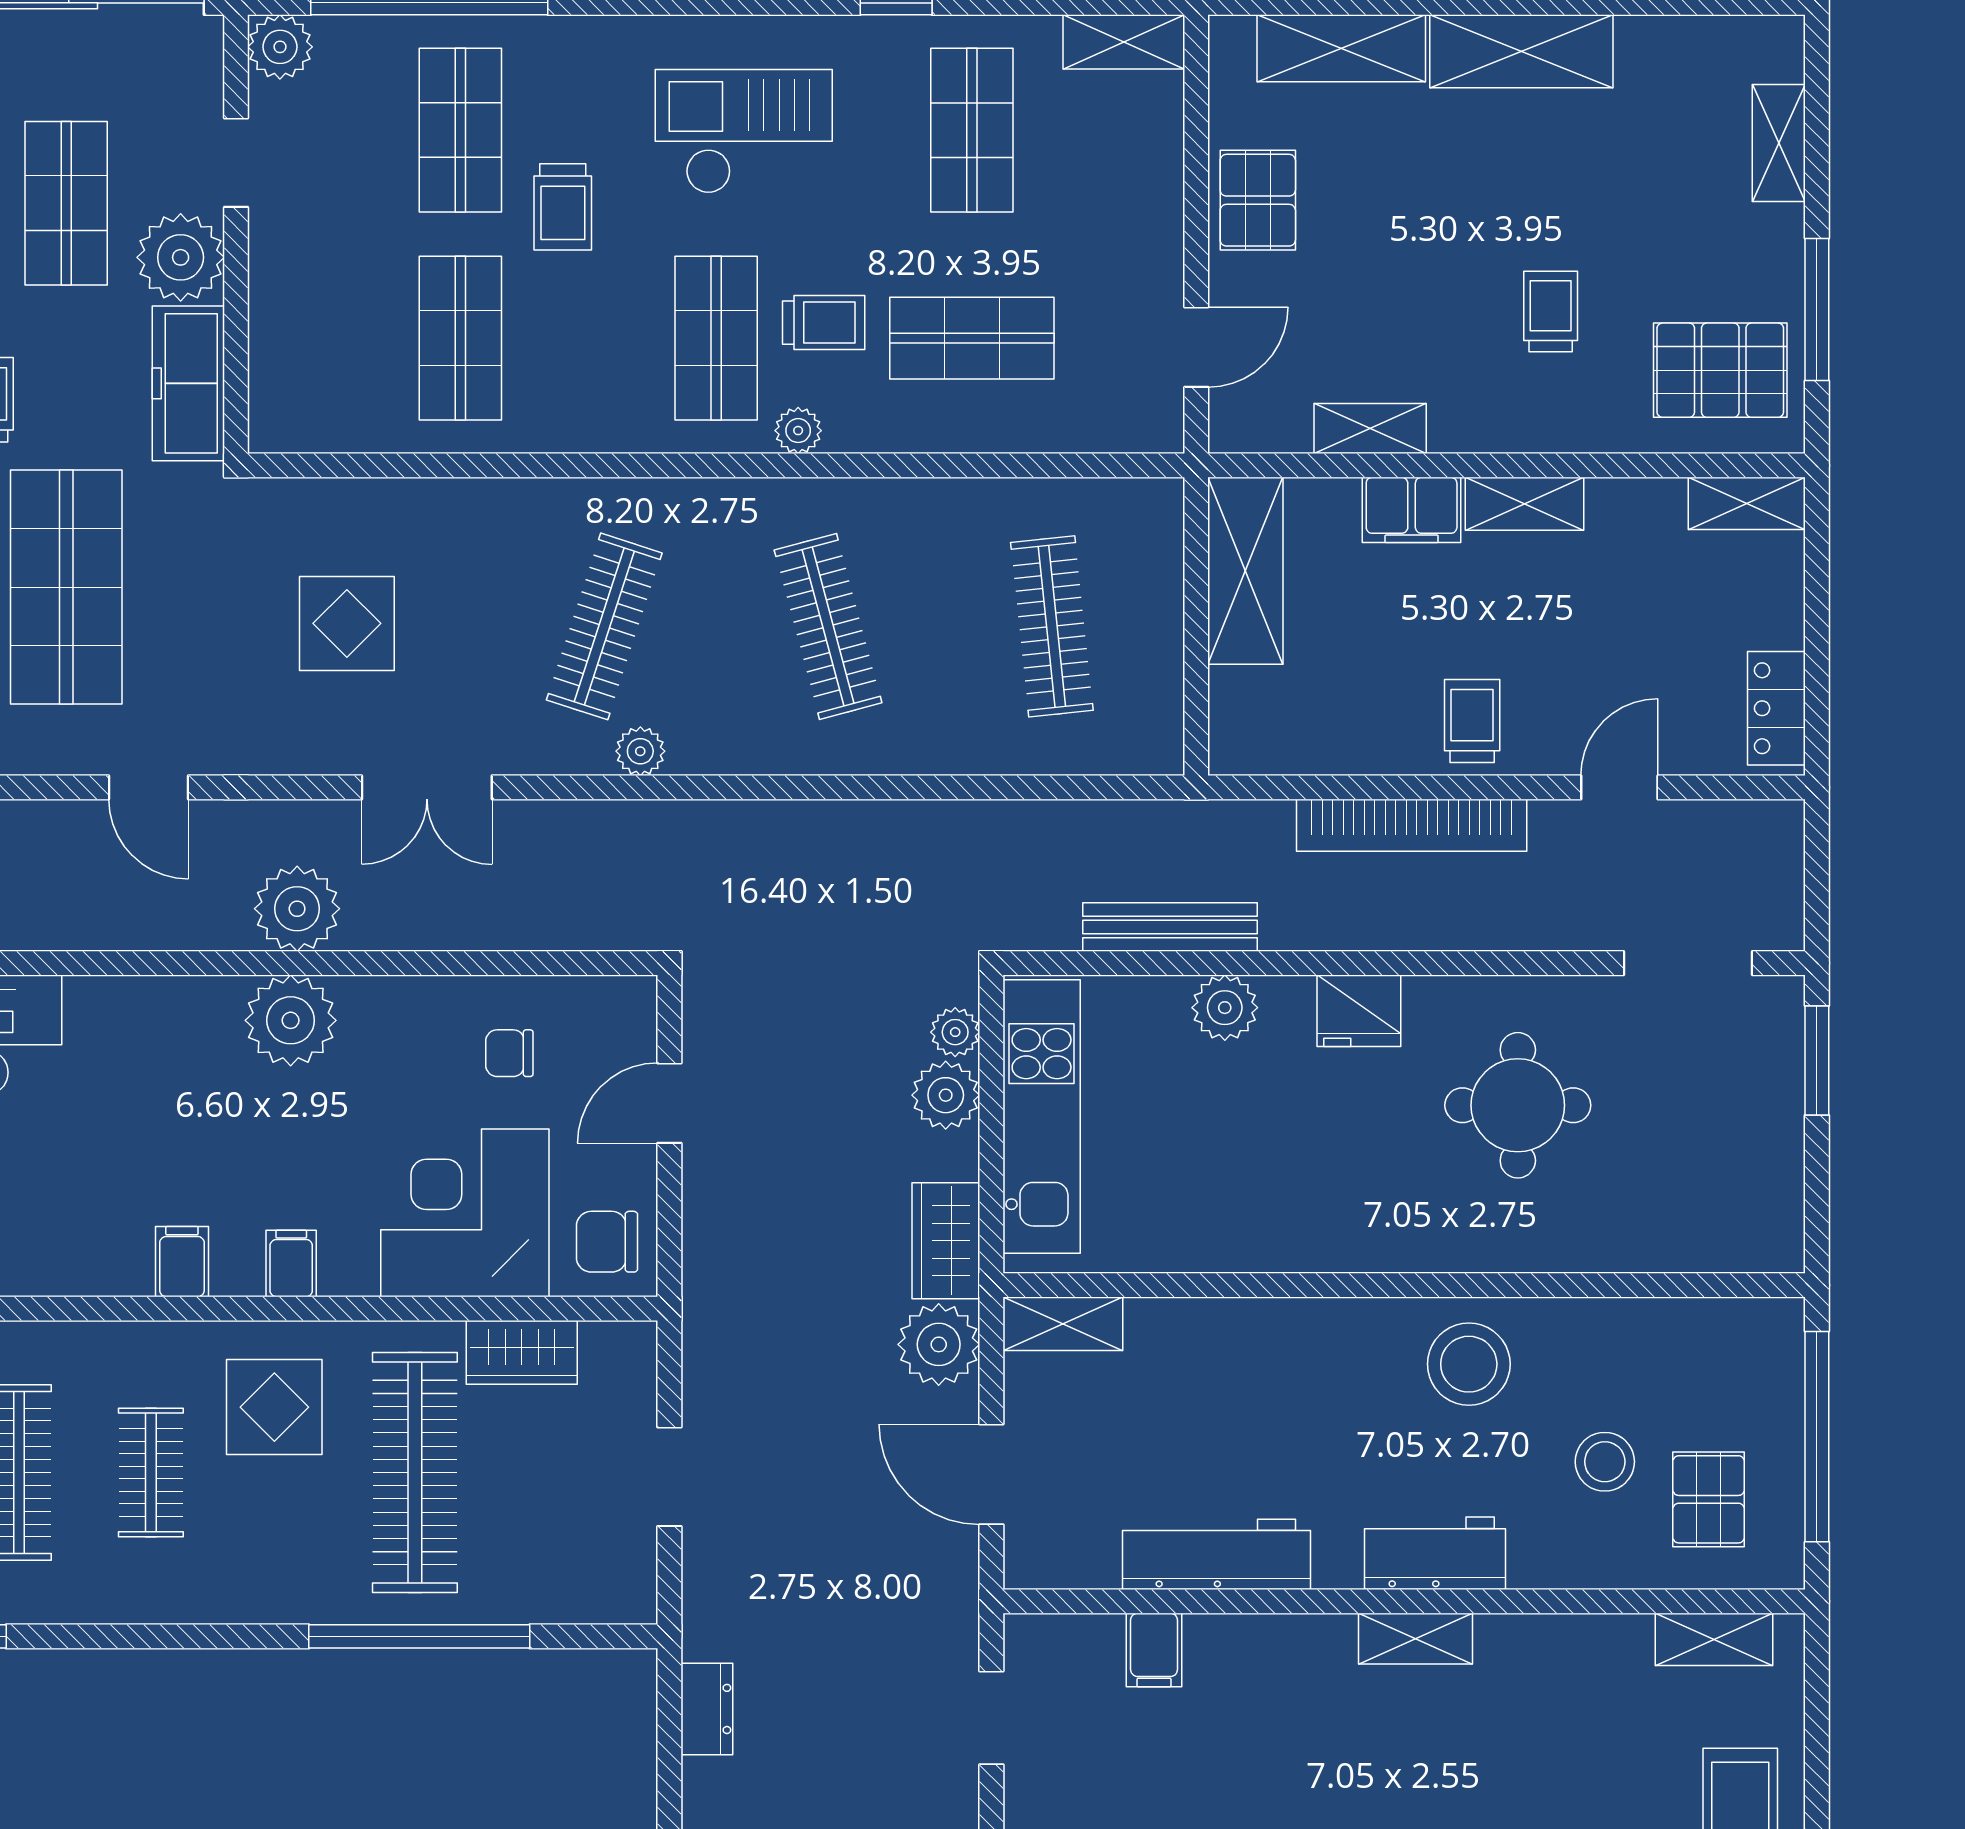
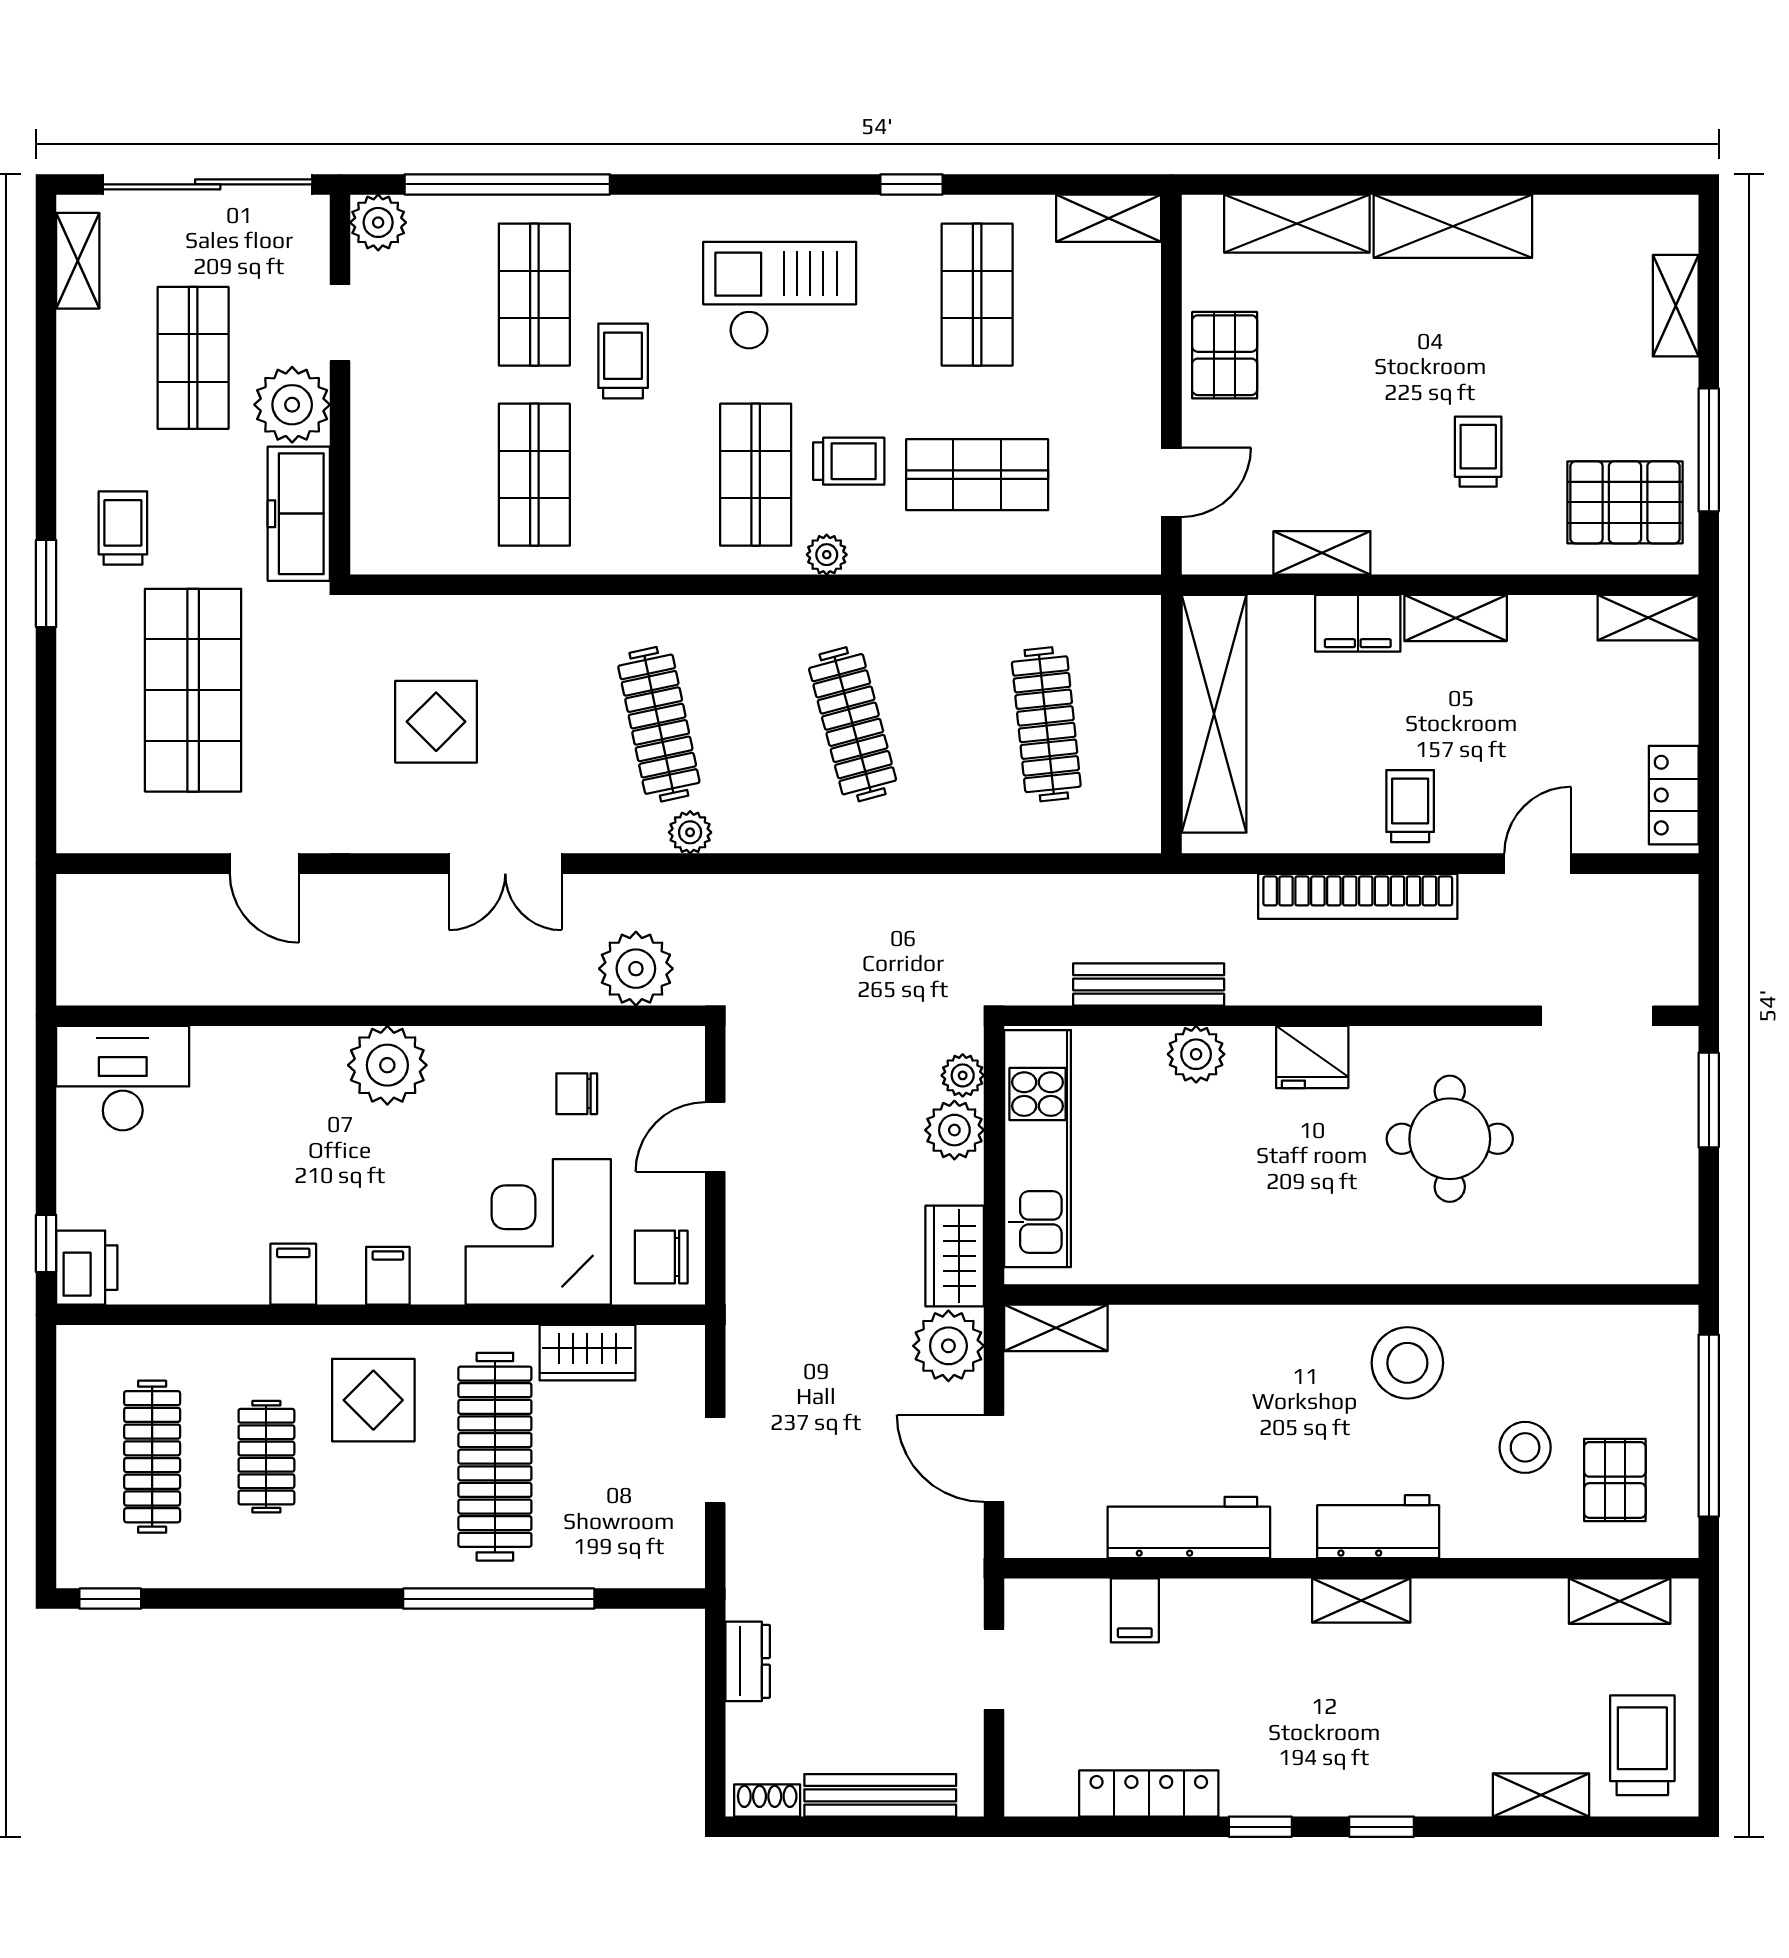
trolley: (563, 207) -> (623, 361), turned 180
shelving: (1245, 571) -> (1214, 714), width x1.47
clothes rail: (604, 626) -> (659, 724), turned -30
plant: (297, 909) -> (636, 969), moved

